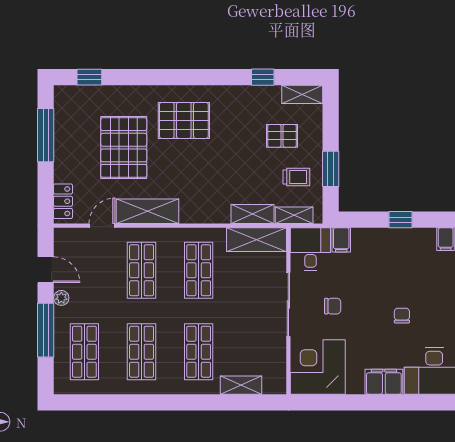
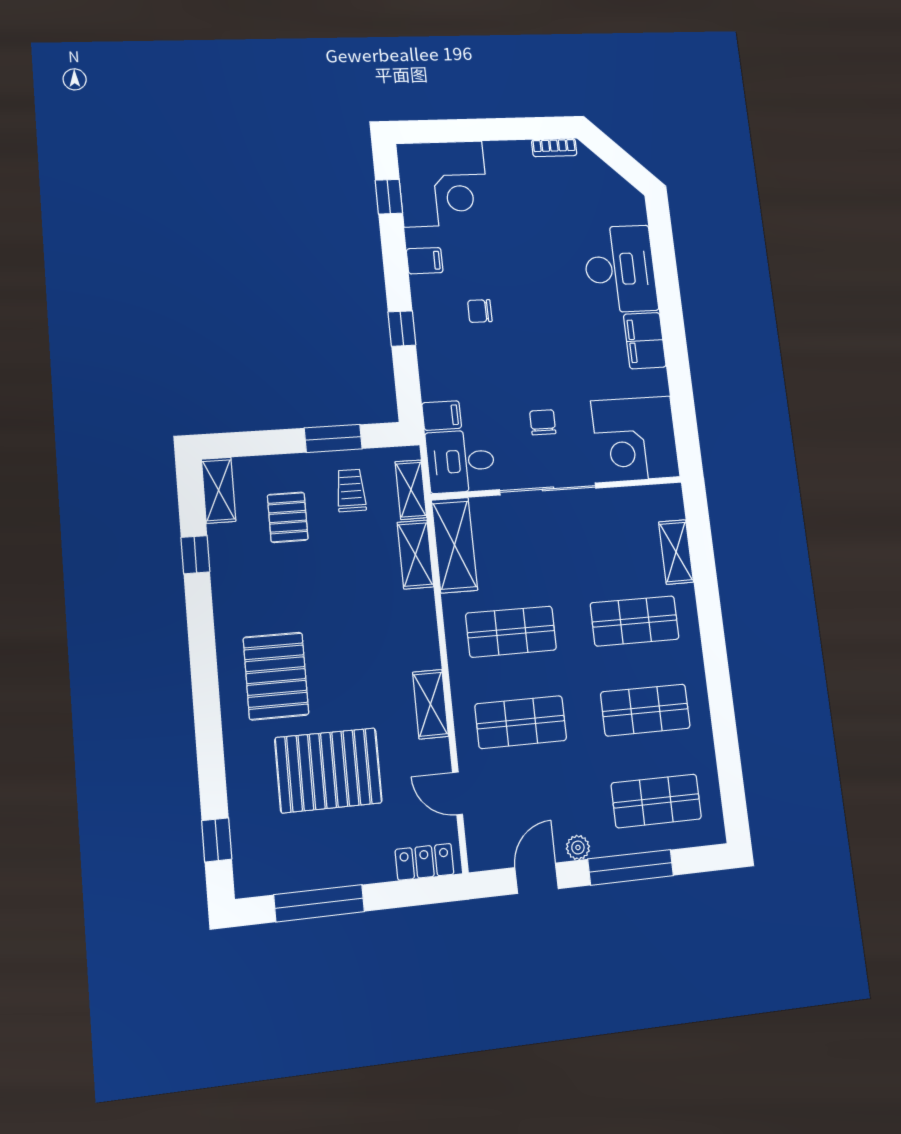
shelving: (148, 211) -> (430, 704), width x0.67, depth x0.75
chair: (402, 316) -> (480, 311), moved

